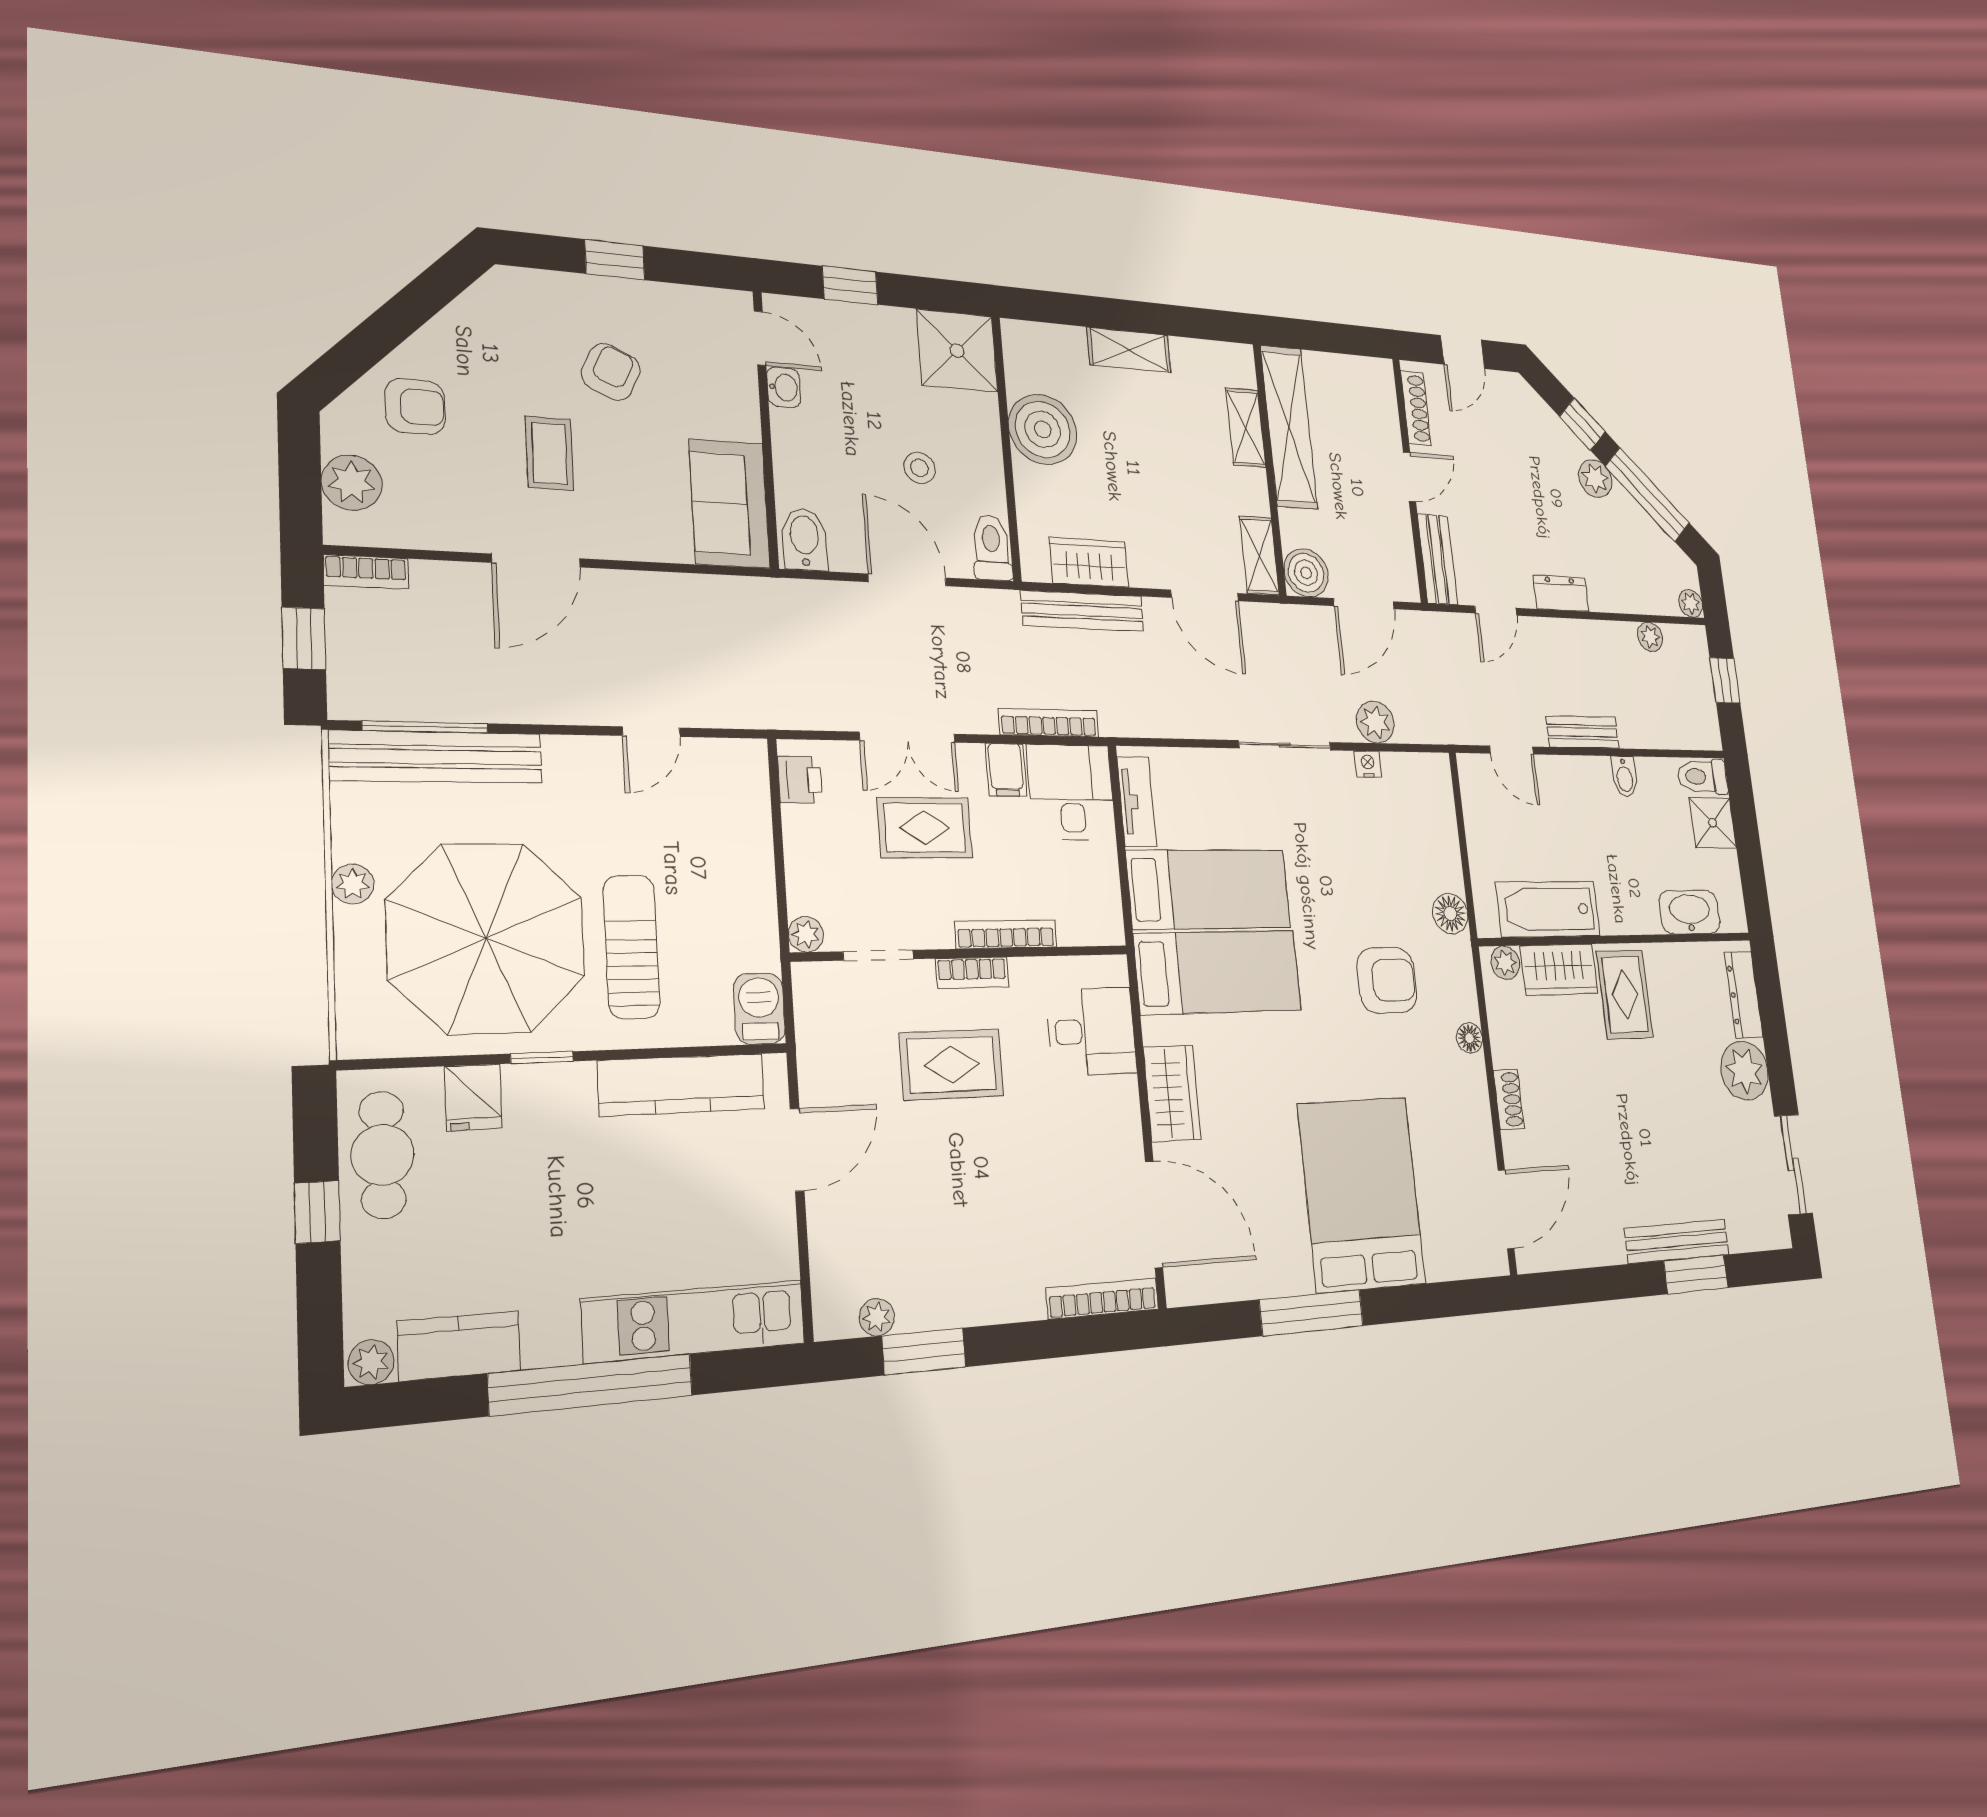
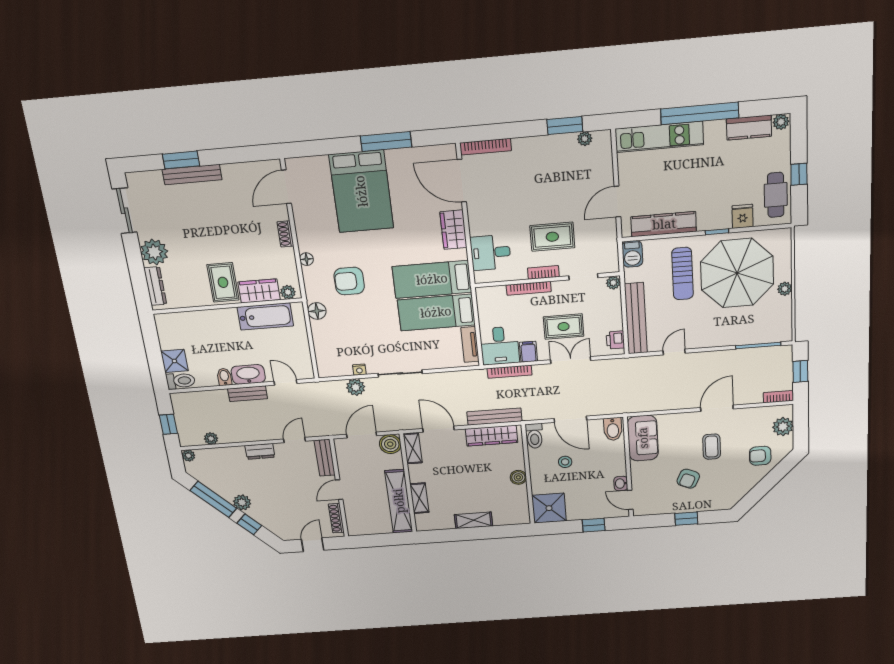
boiler: (1043, 429) -> (518, 477), width x0.54, depth x0.54
wardrobe: (1089, 562) -> (492, 436), width x1.50
bench: (436, 757) -> (636, 318), moved, turned 90
washbasin: (1690, 912) -> (248, 374), moved, turned 180

